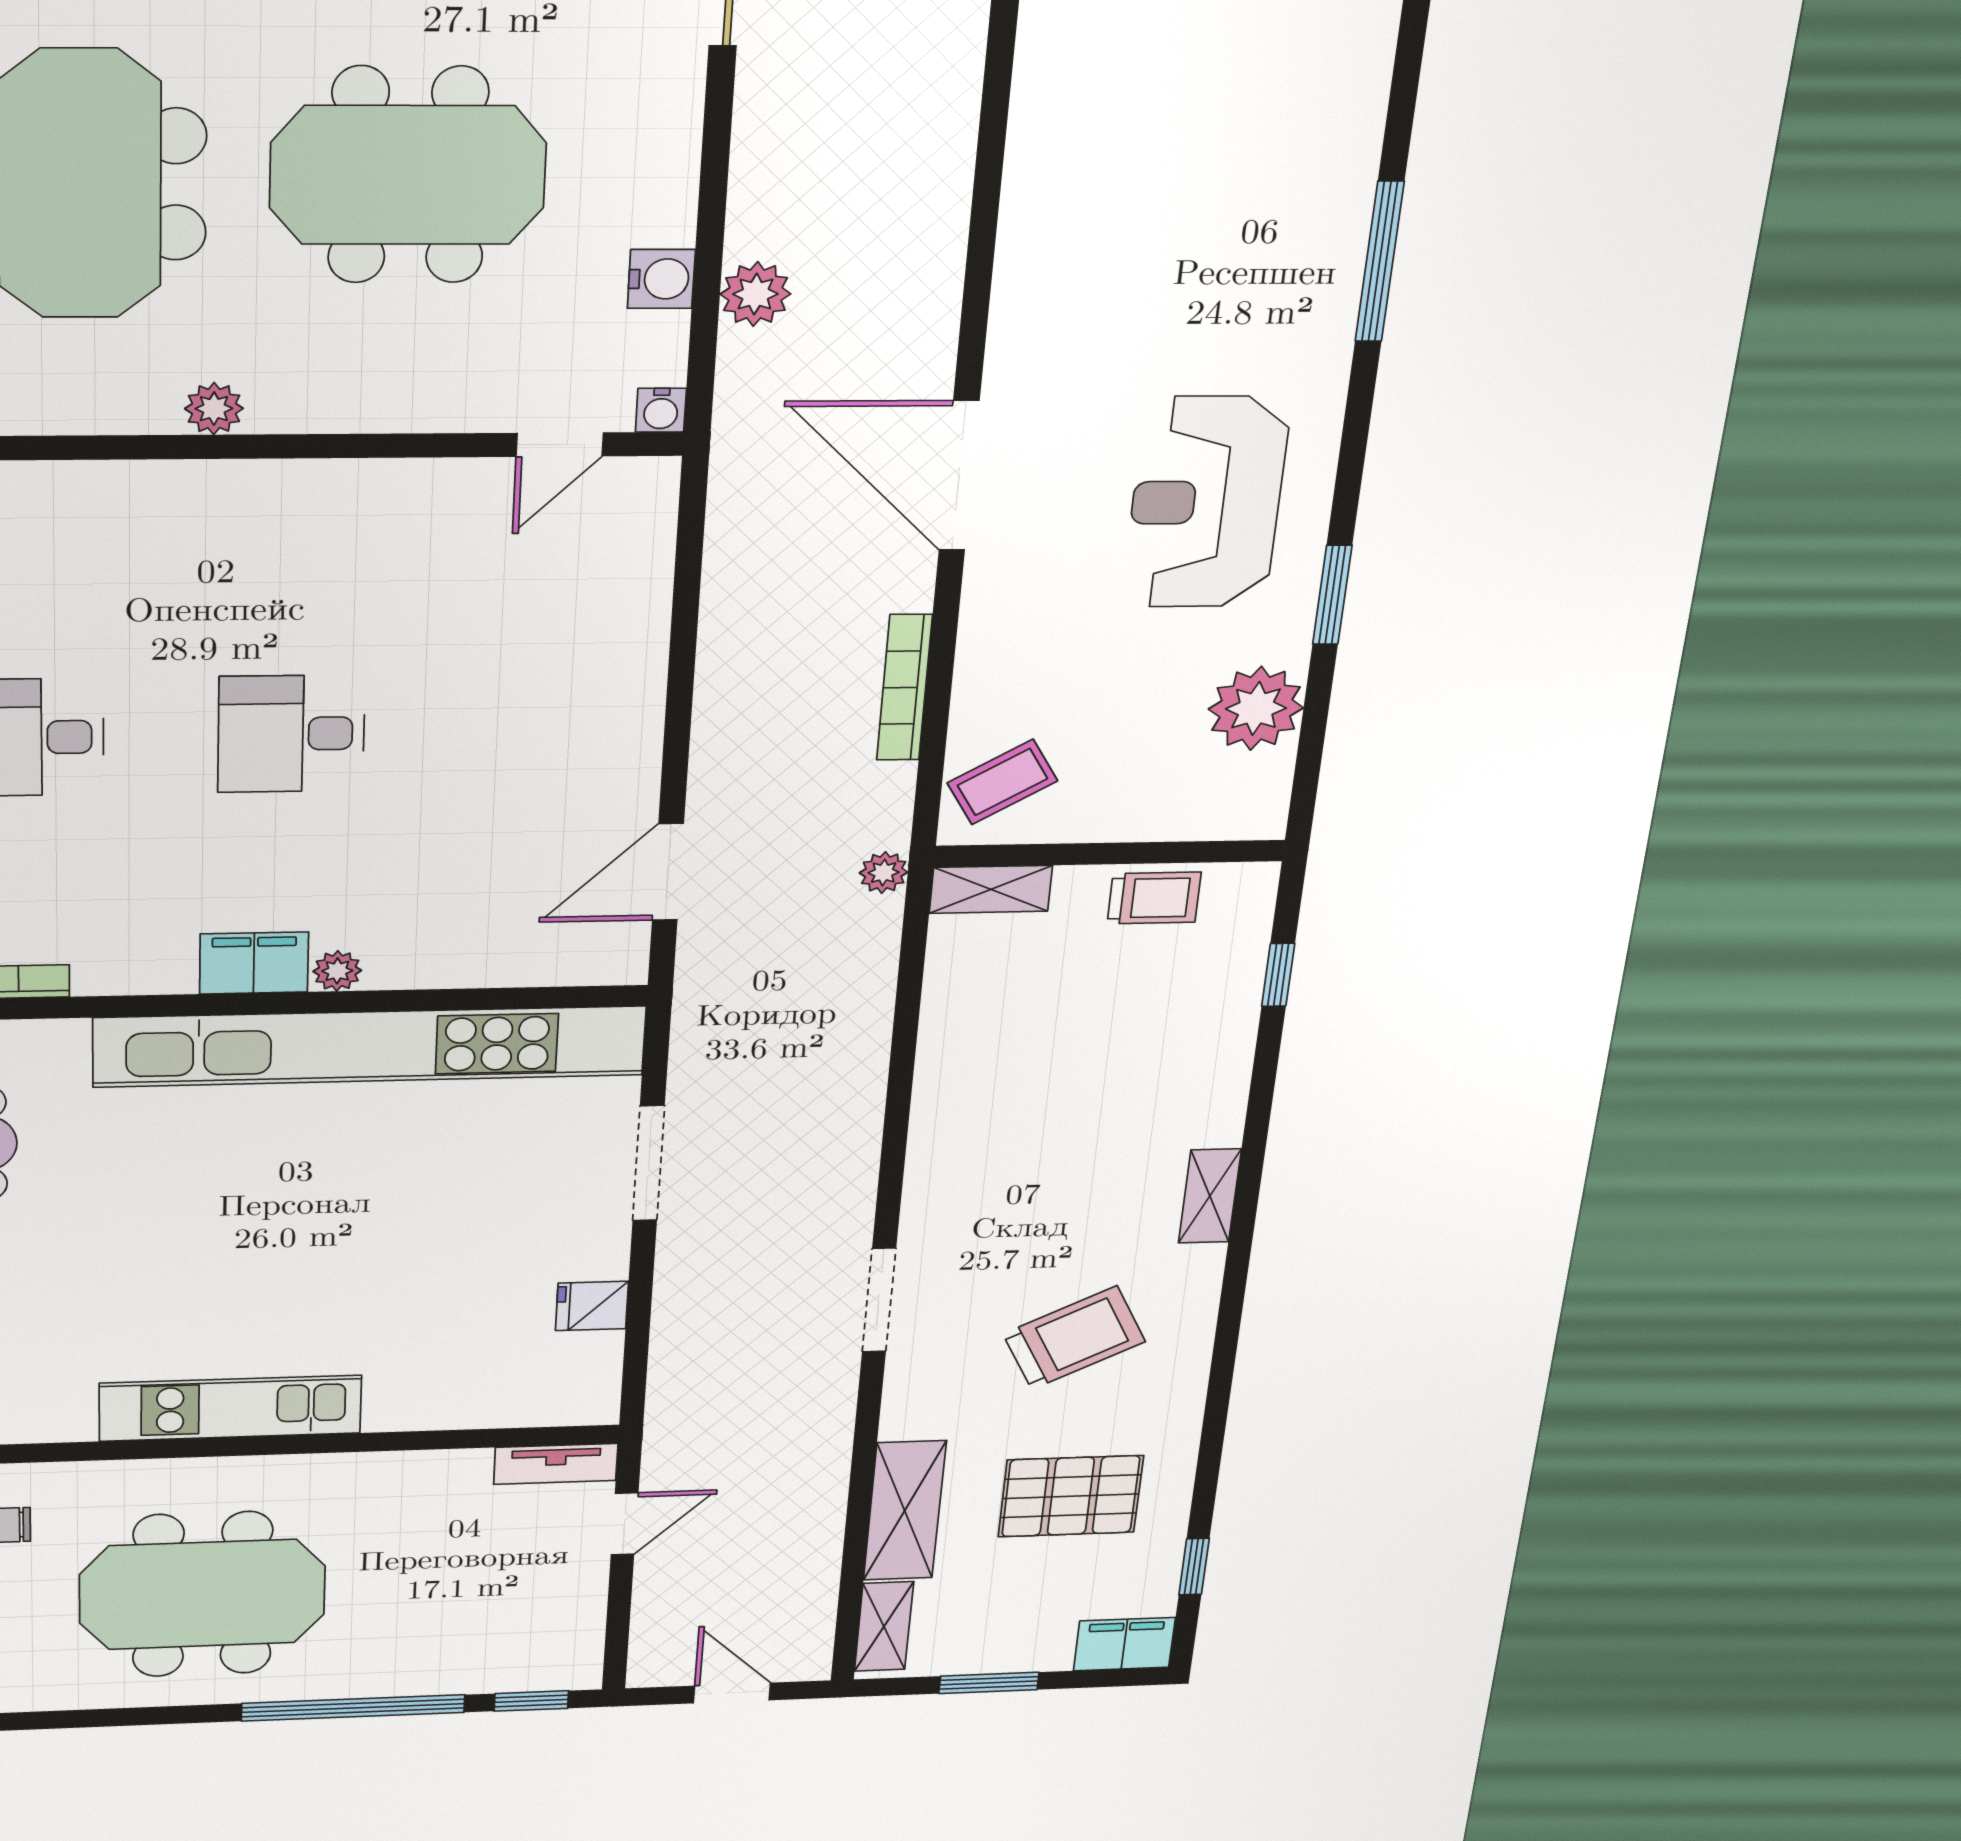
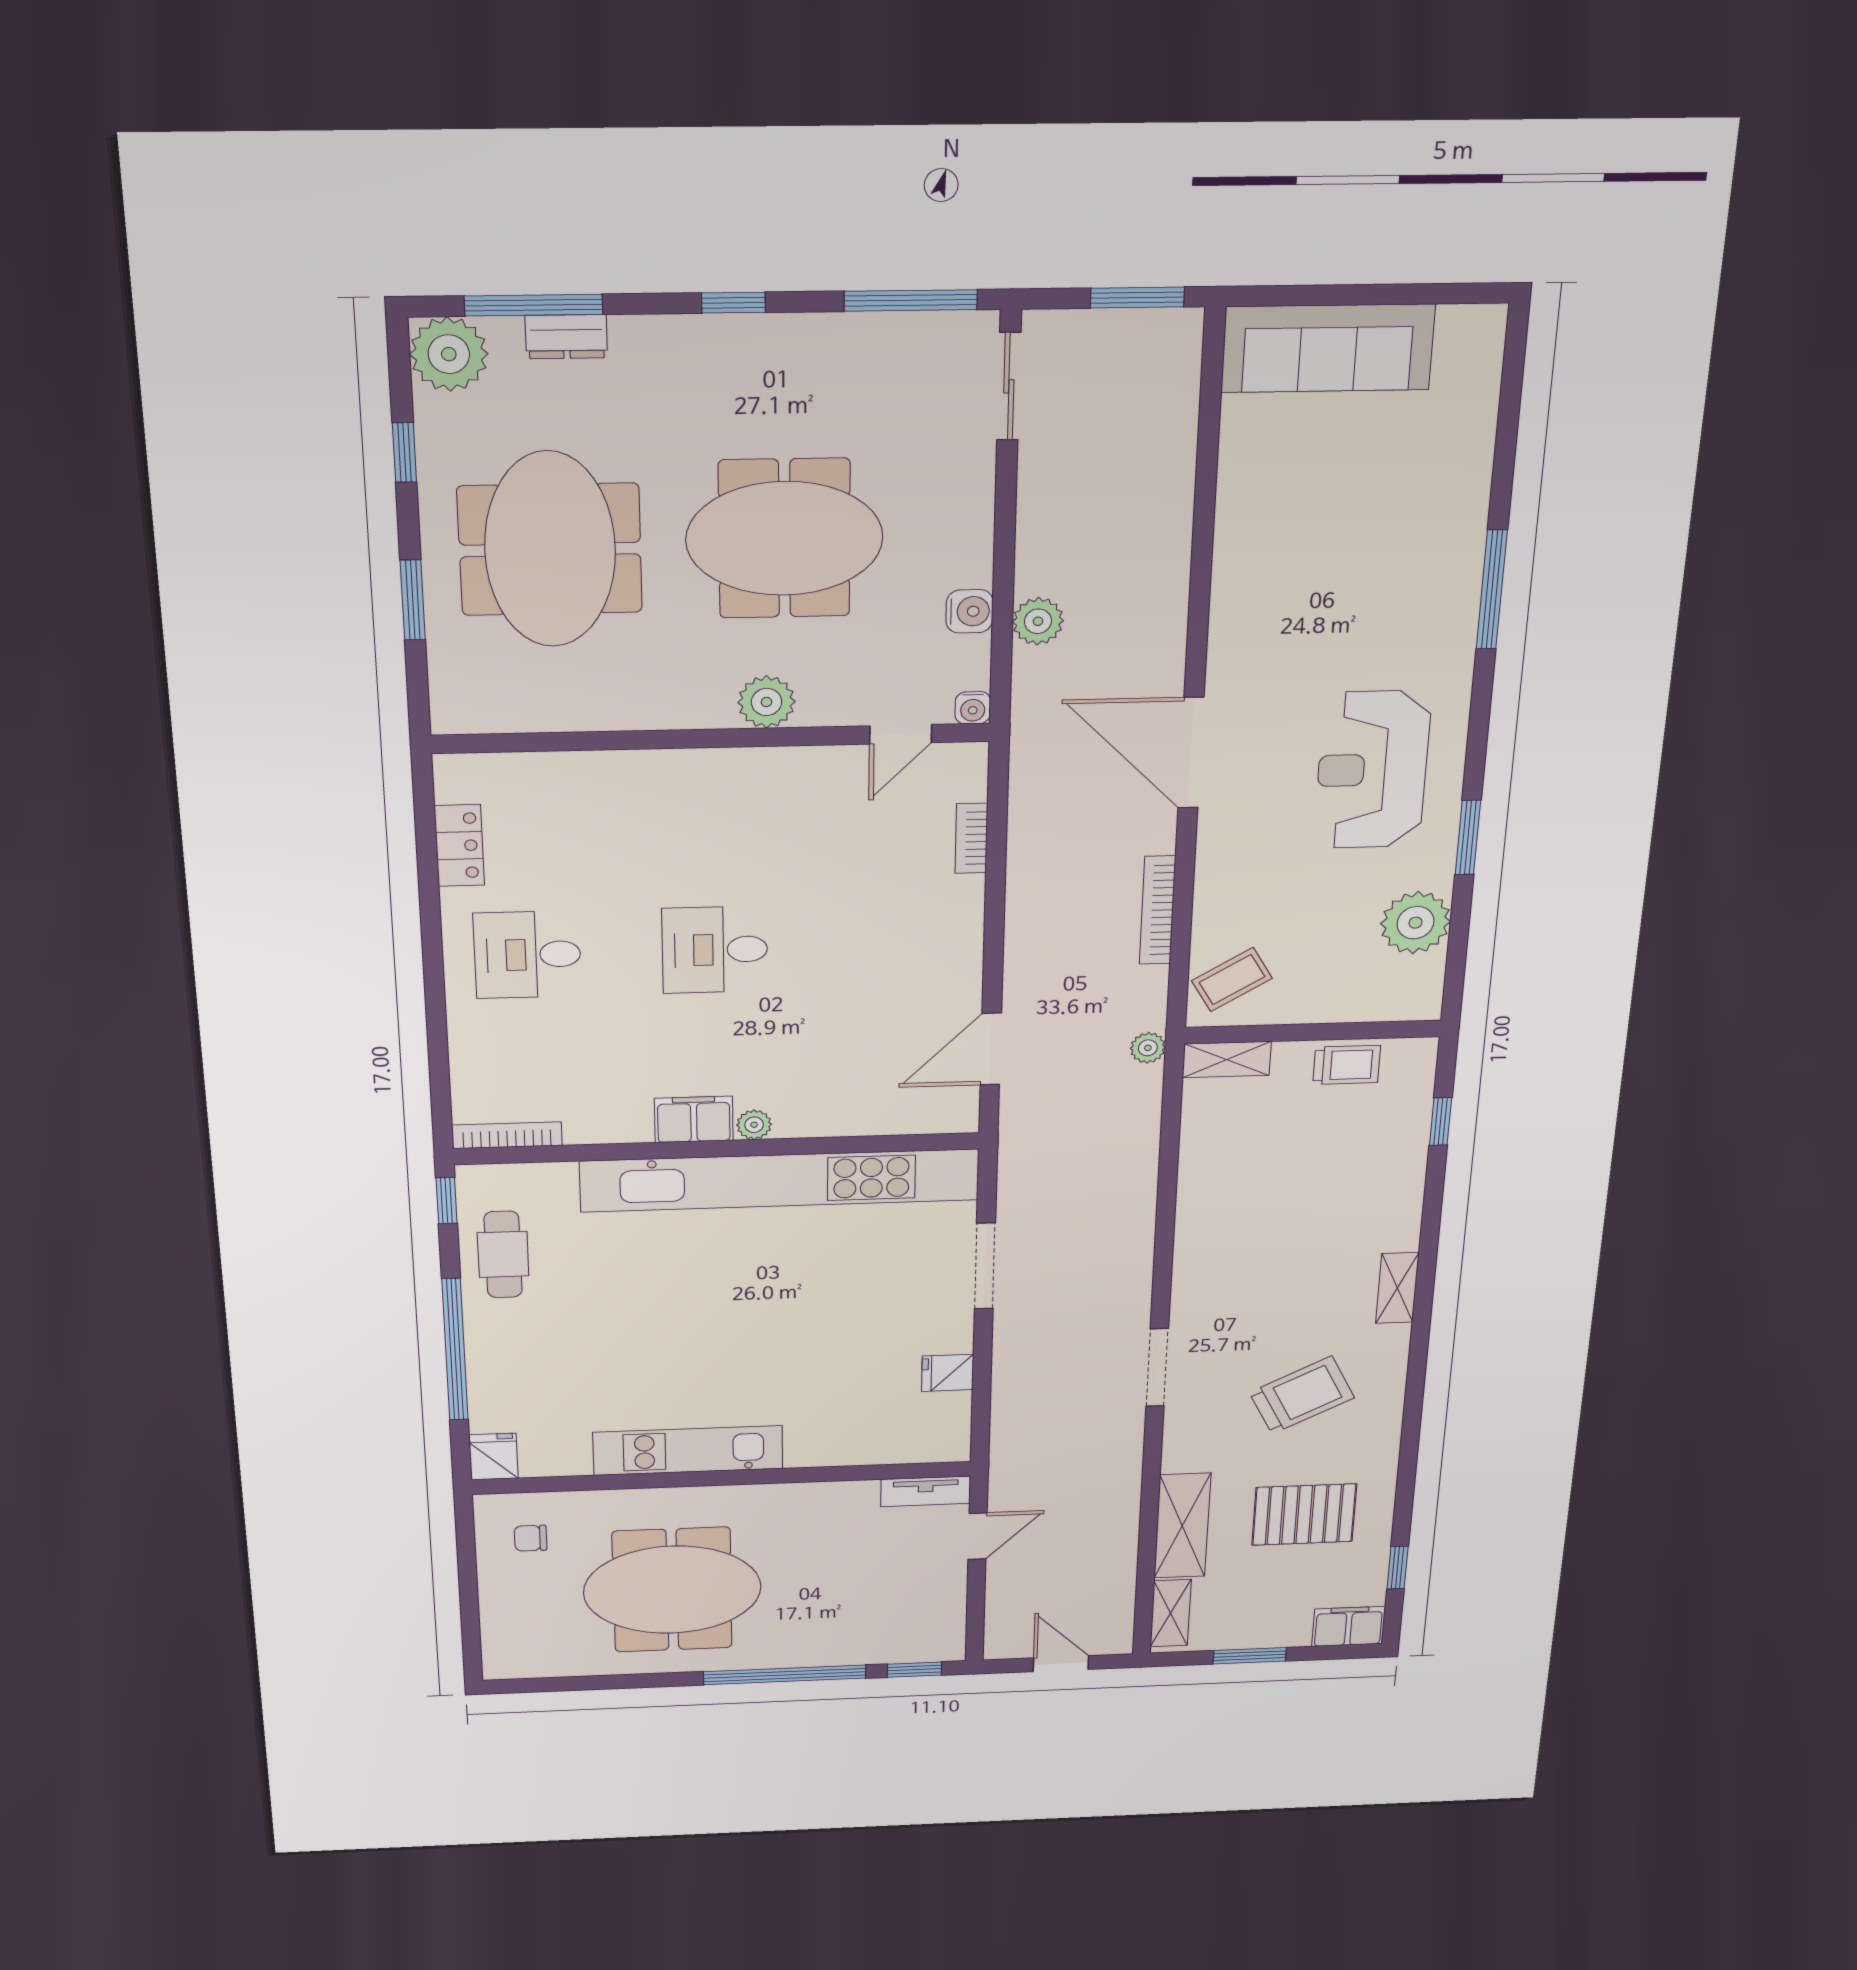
plant: (214, 409) -> (766, 702), moved, width x1.38, depth x1.38
bookcase: (652, 587) -> (971, 838), added

